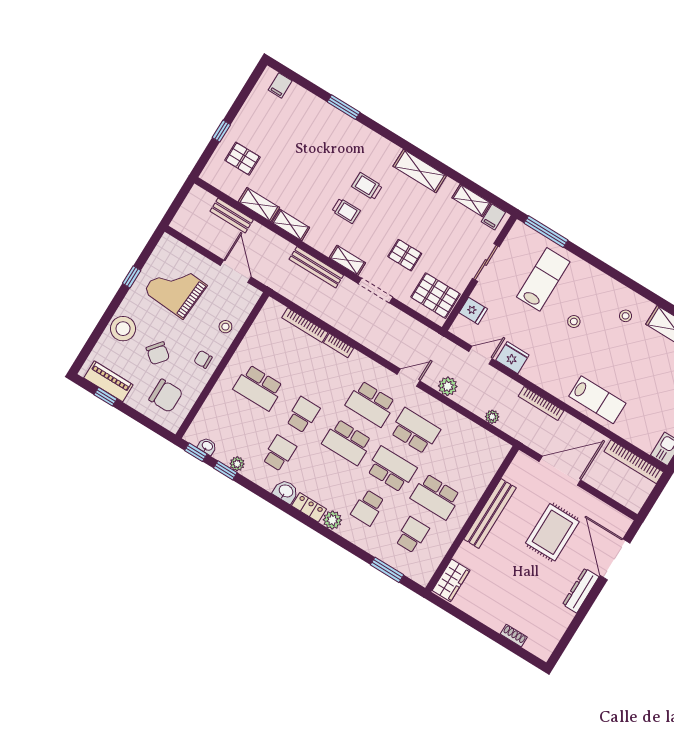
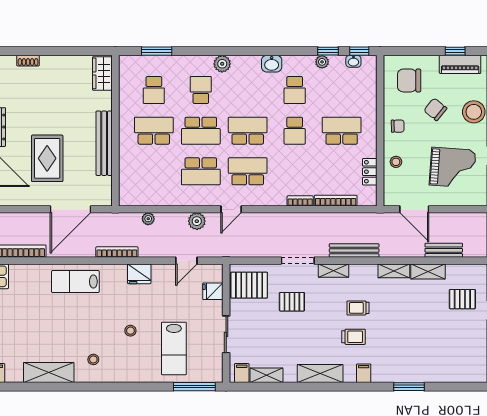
filing cabinet: (280, 85) -> (364, 373), moved
fridge: (512, 358) -> (139, 274), moved
locker: (309, 507) -> (370, 172), moved, turned 90

